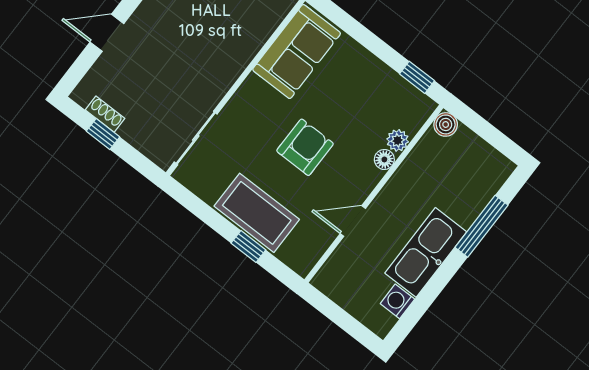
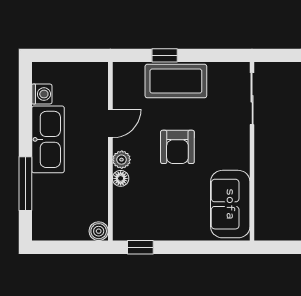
plant: (398, 140) -> (122, 160), moved

